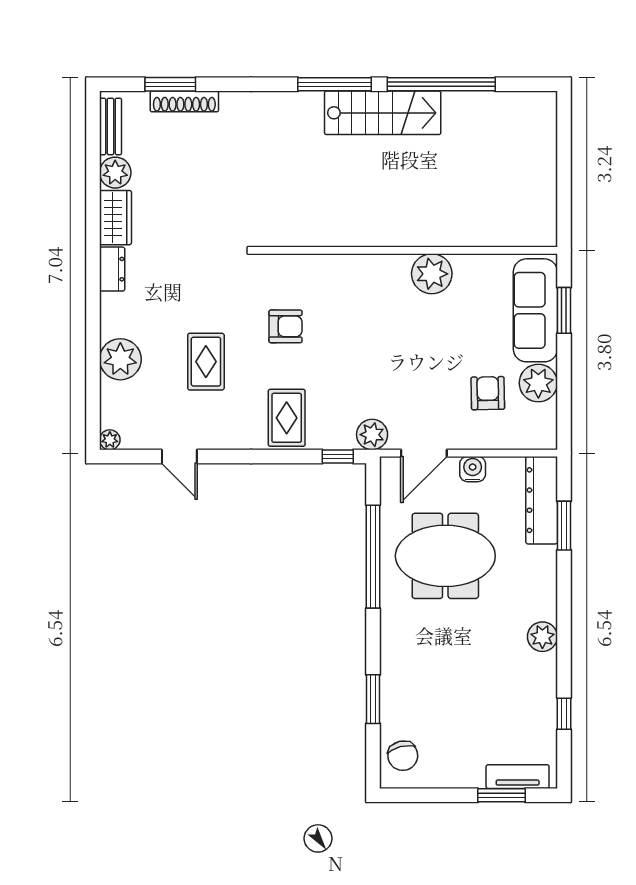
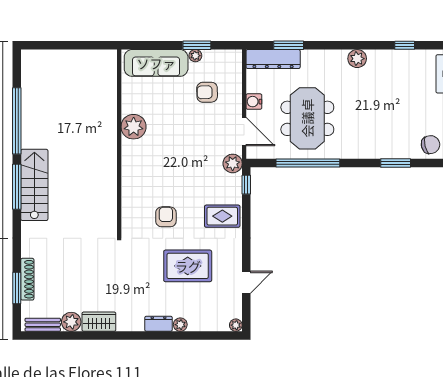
stairs: (383, 113) -> (34, 185), moved
dresser: (112, 269) -> (159, 324), moved
window: (564, 310) -> (197, 45), moved
plant: (120, 359) -> (180, 325), width x0.53, depth x0.53
rug: (206, 362) -> (188, 266), width x1.36, depth x1.43
plant: (538, 383) -> (195, 56), width x0.53, depth x0.53

